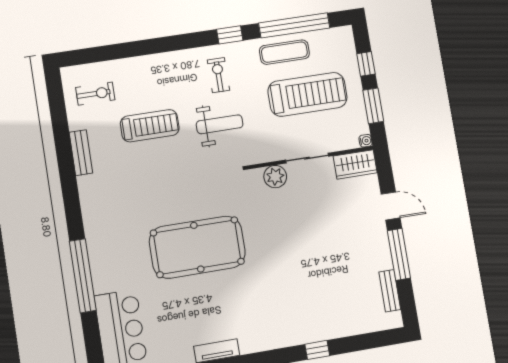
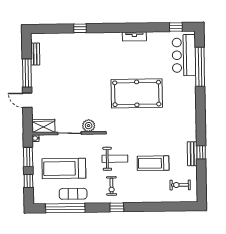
window: (230, 35) -> (117, 207), moved
weight bench: (220, 124) -> (115, 159), turned 180
window: (65, 158) -> (201, 152), added
window: (83, 276) -> (200, 67), moved

